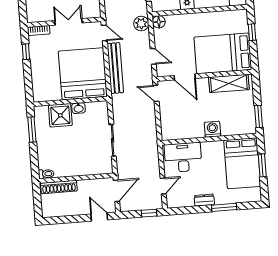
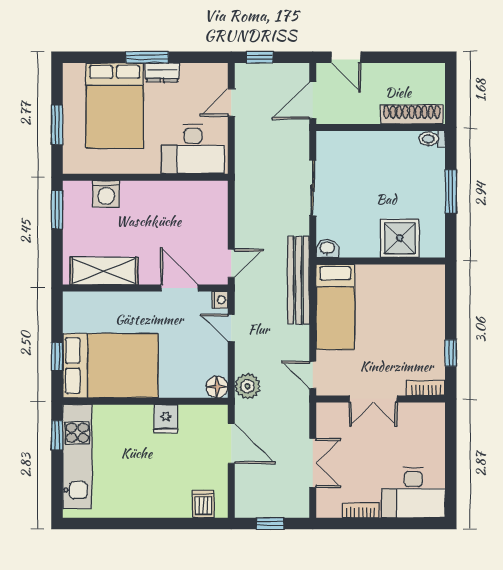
bed: (223, 53) -> (110, 366), moved
bench: (115, 68) -> (298, 280), moved
nightstand: (161, 72) -> (220, 300), added
bed: (83, 74) -> (335, 307), width x0.49
door: (156, 93) -> (231, 263), hinge flipped
washbasin: (79, 108) -> (327, 248), moved
washing machine: (212, 129) -> (106, 194), moved
window: (32, 130) -> (451, 192), moved
bed: (242, 163) -> (115, 106), moved, turned 180
window: (224, 207) -> (147, 57), moved

